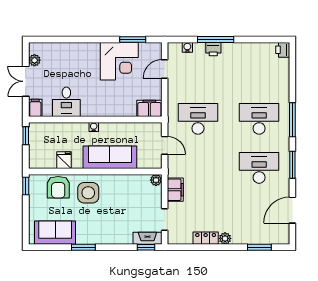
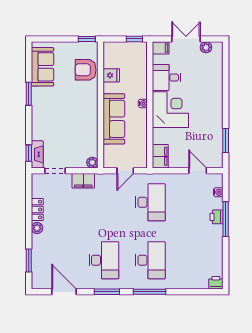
corner desk: (119, 61) -> (170, 110), moved, turned 180
side table: (88, 193) -> (80, 98), removed

